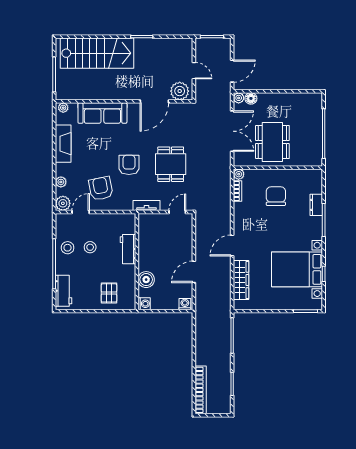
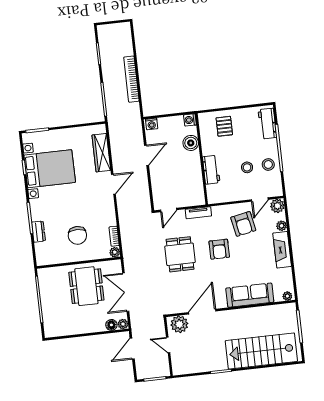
fireplace: (63, 144) -> (282, 250), moved
bookcase: (201, 390) -> (131, 79), moved

